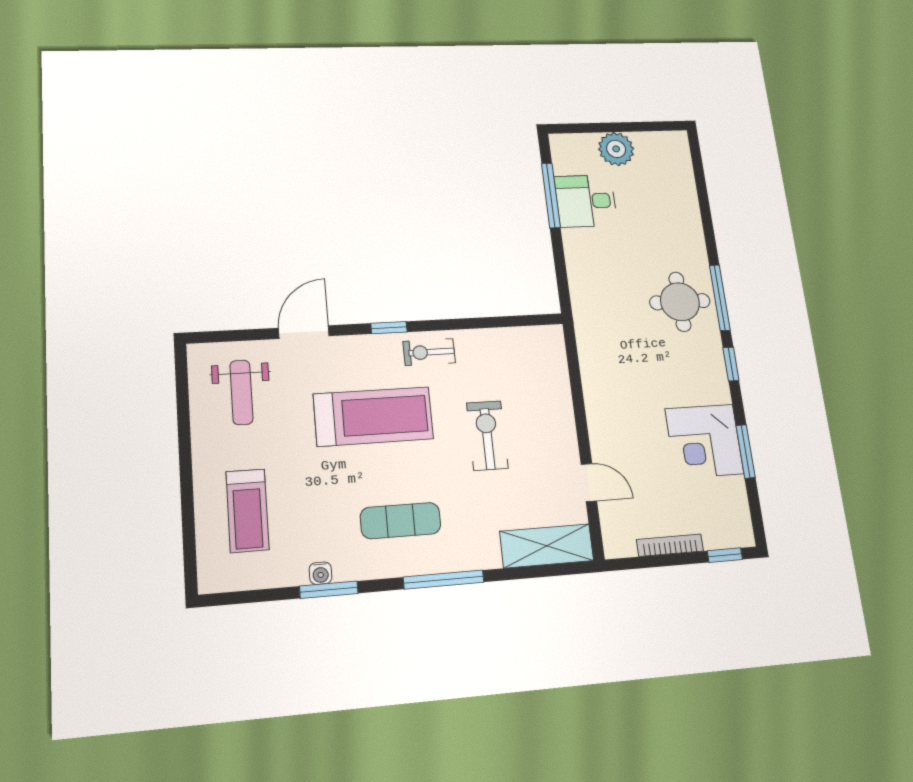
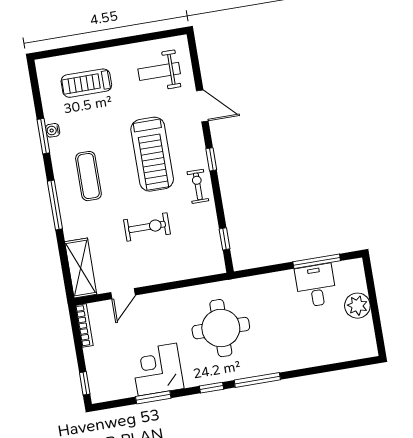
round table: (680, 302) -> (221, 328), moved, width x1.36, depth x1.36
window: (512, 321) -> (225, 239), added
bookcase: (670, 545) -> (84, 325), moved

